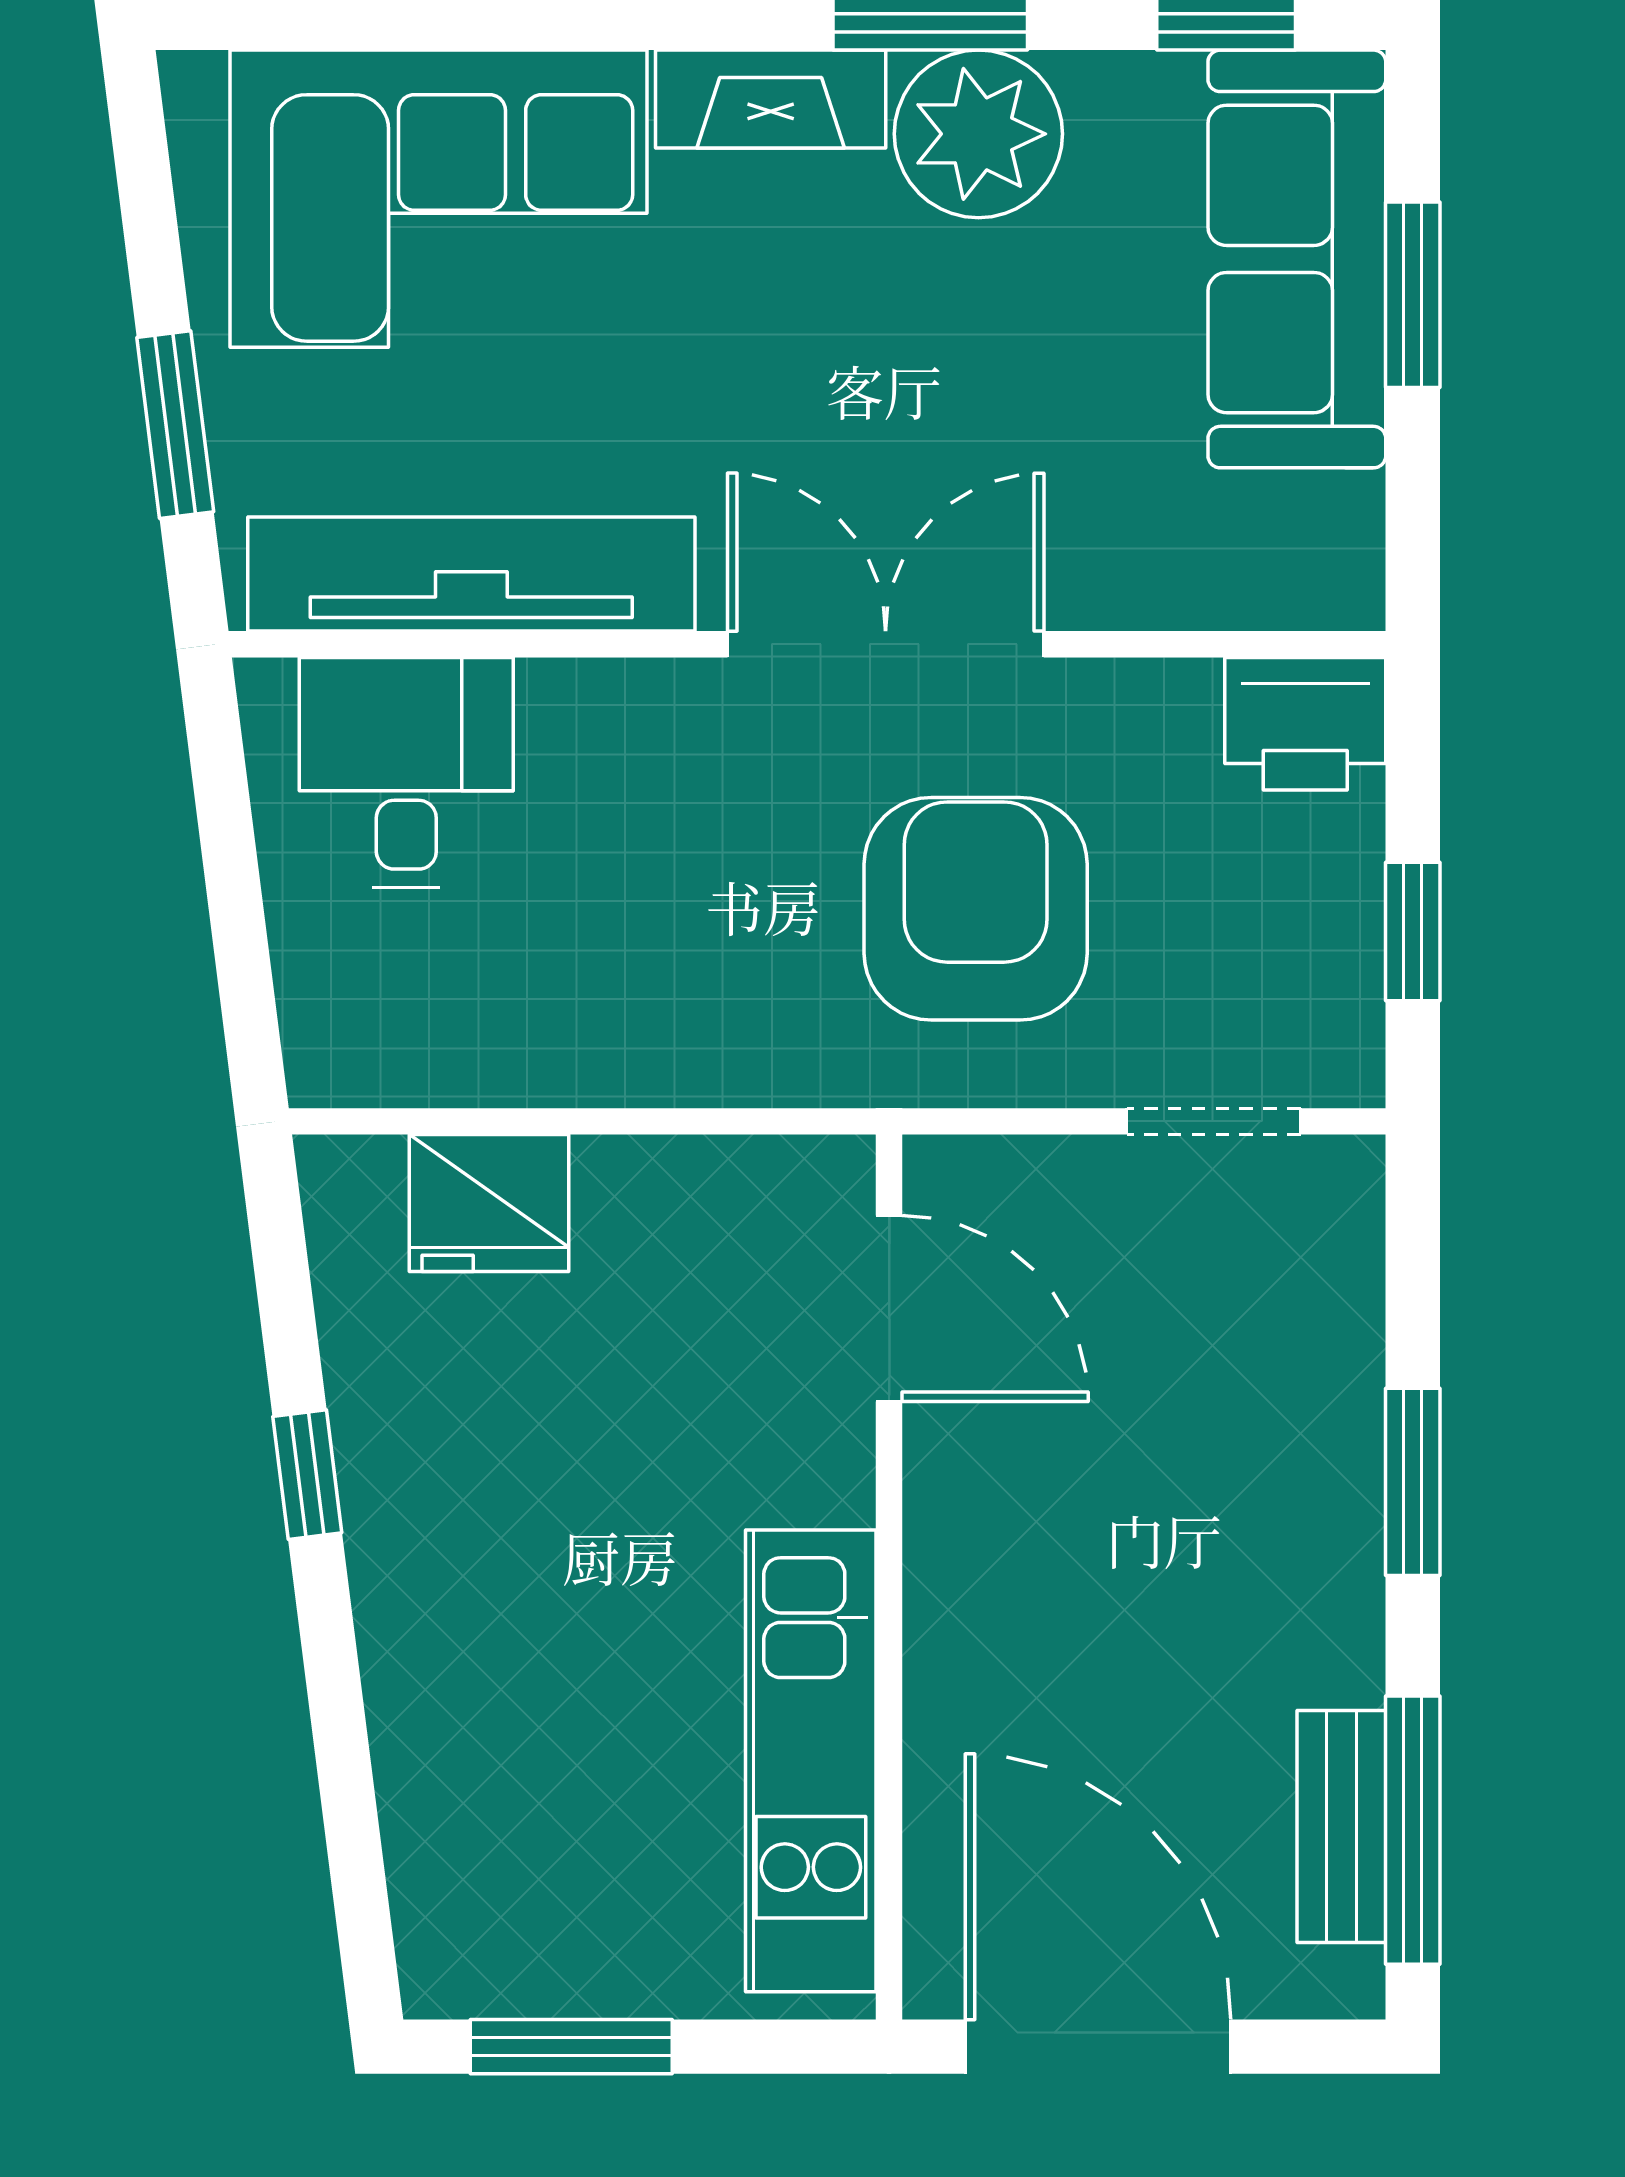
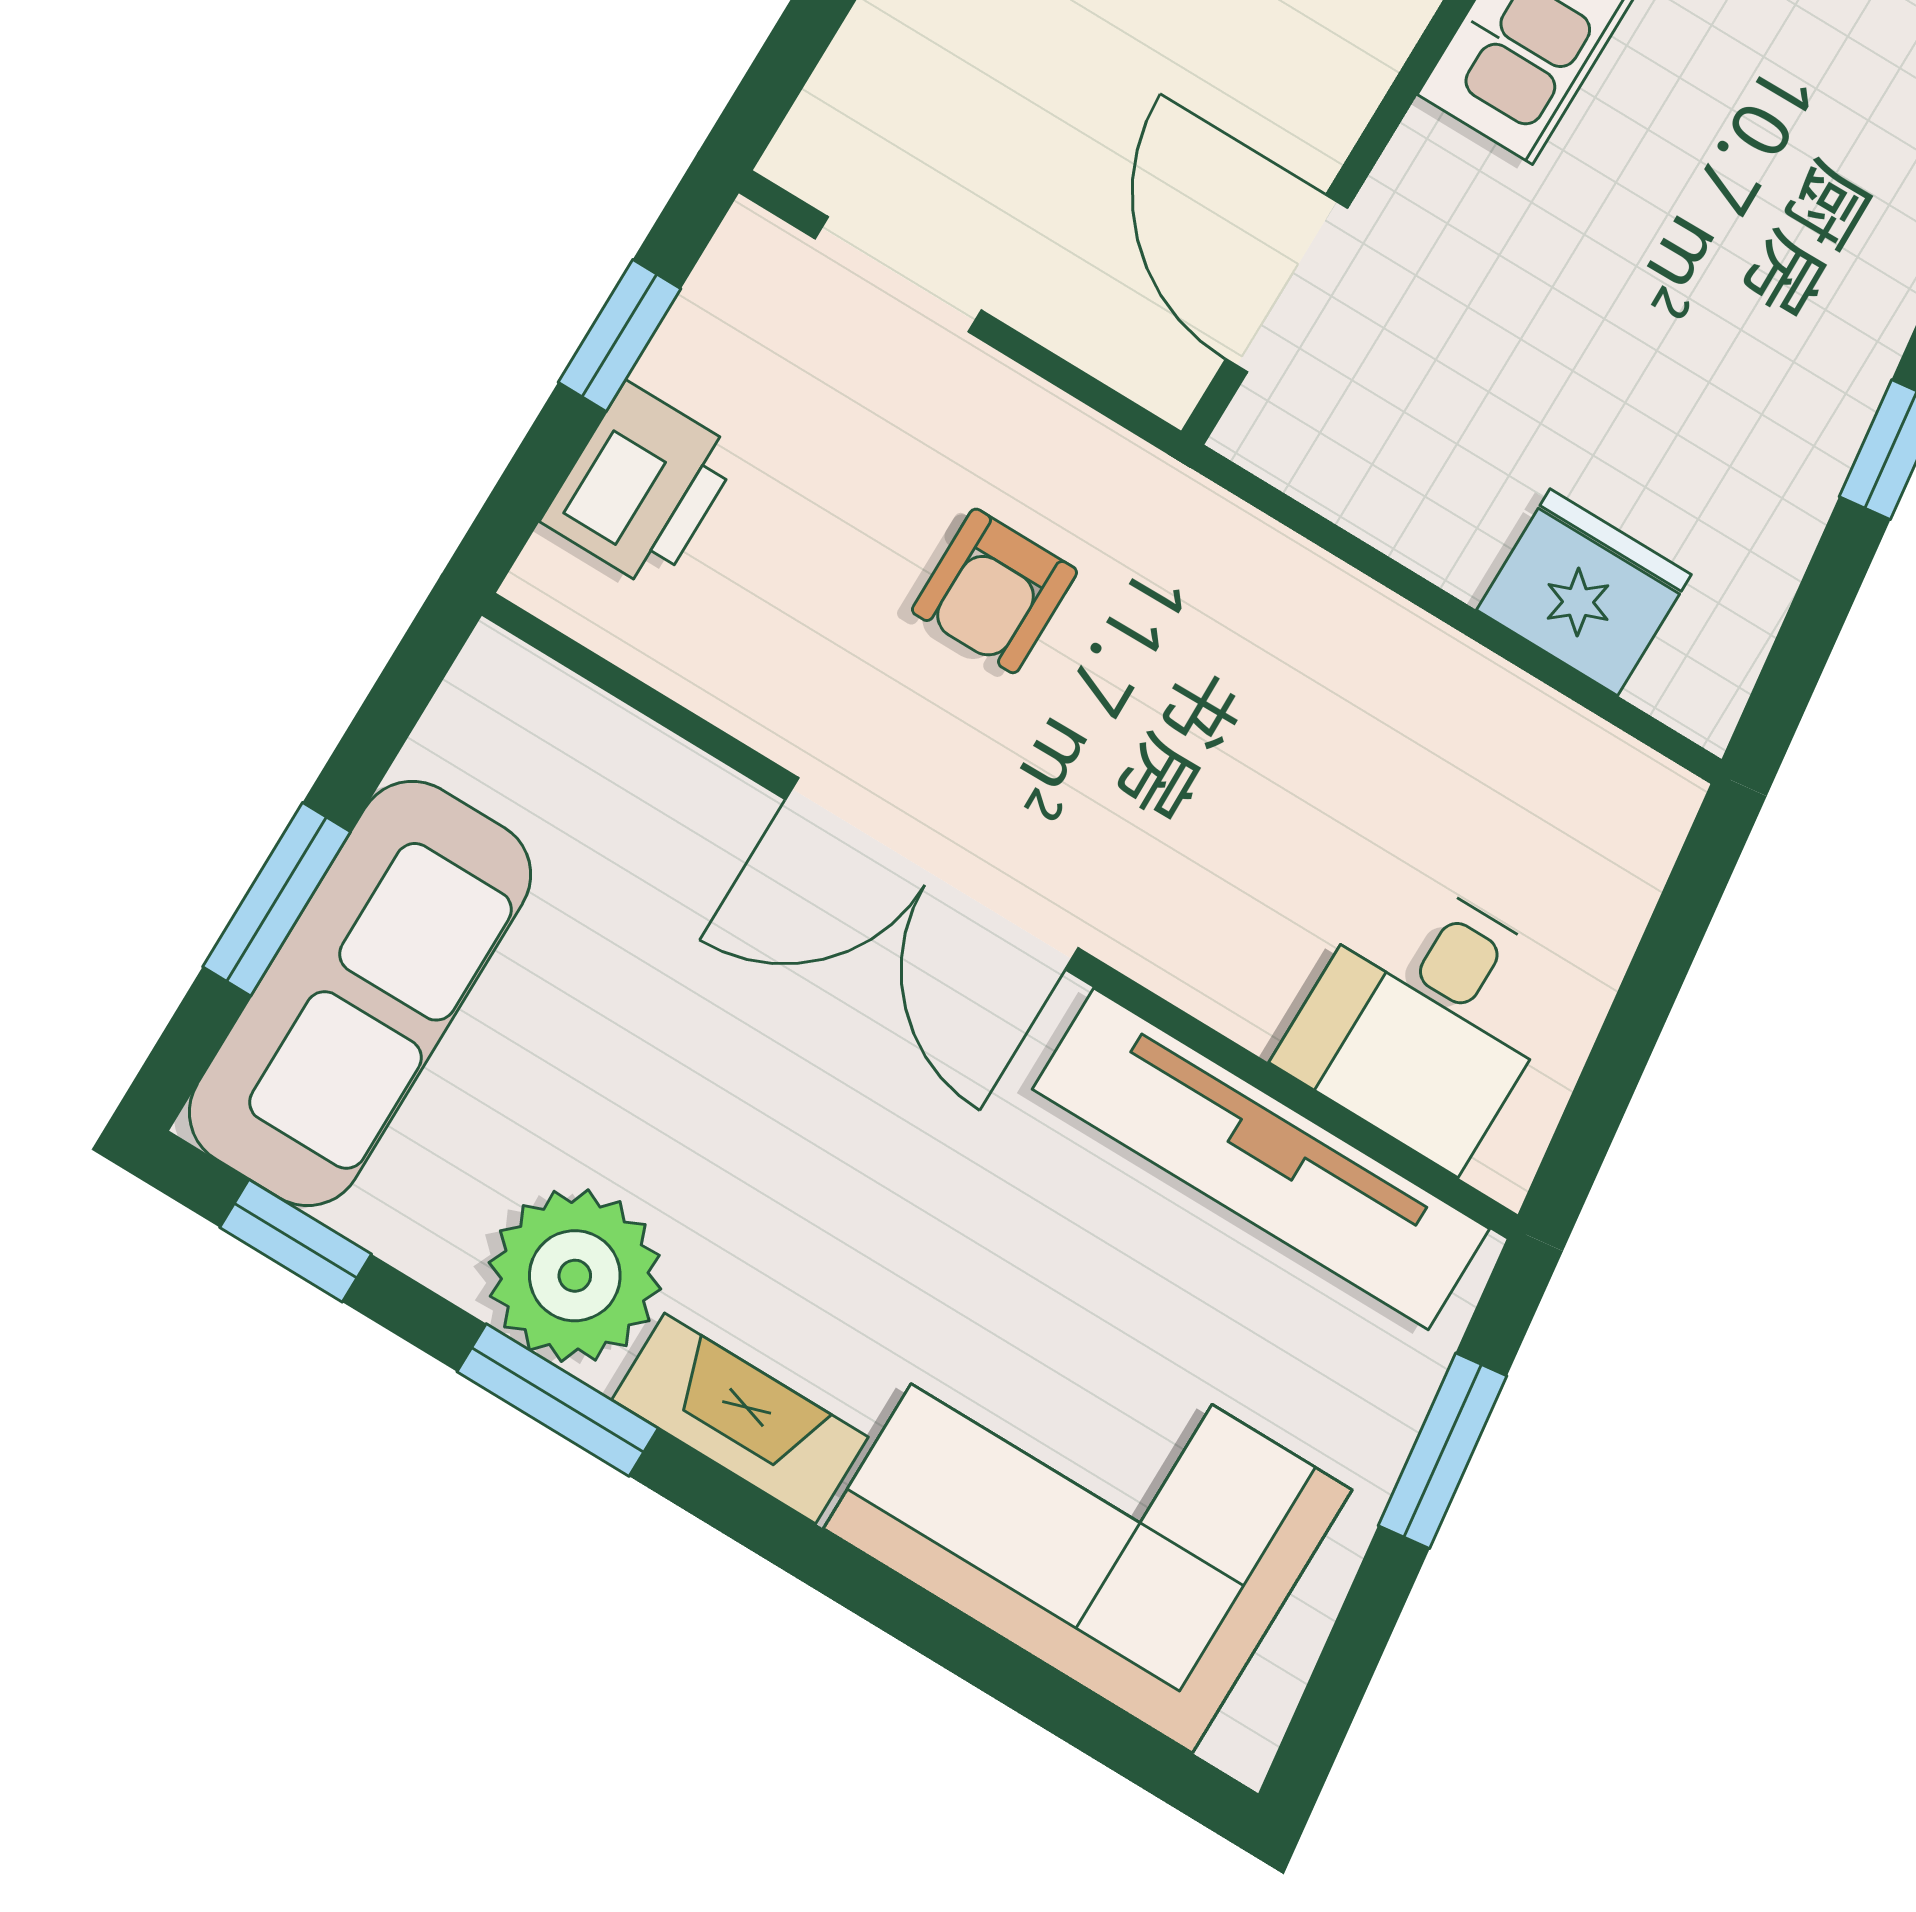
printer: (1305, 724) -> (641, 486), moved, turned 90
armchair: (976, 909) -> (994, 591), width x0.53, depth x0.53

